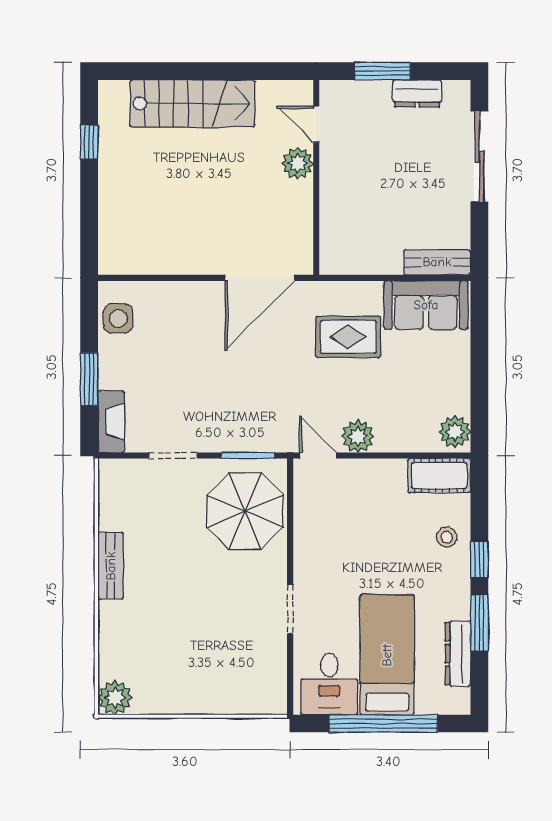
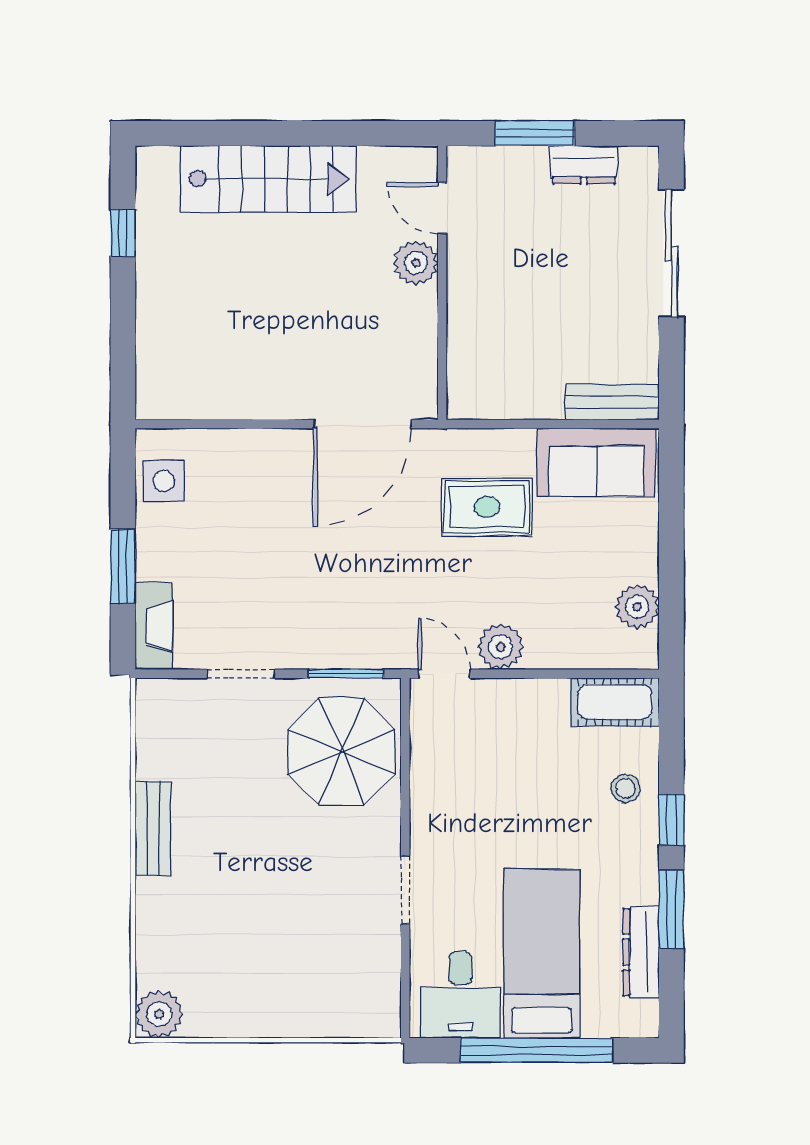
plant: (455, 432) -> (637, 607), moved

